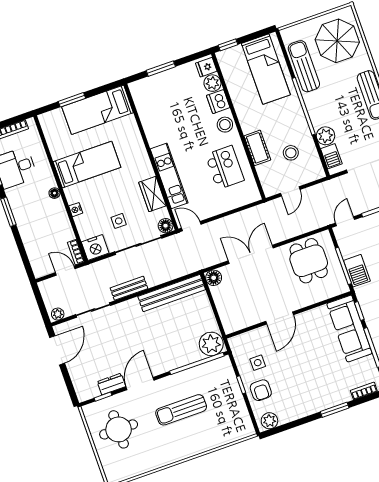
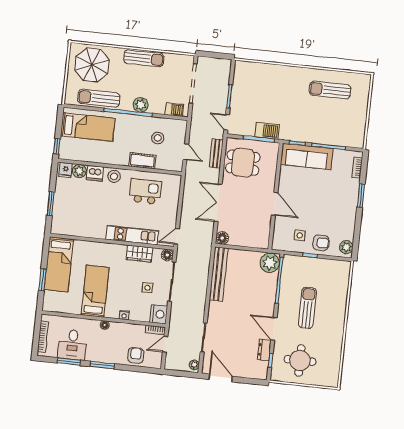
plant: (326, 136) -> (141, 105), moved
armchair: (37, 244) -> (136, 355), added
bench: (129, 288) -> (216, 153), moved
sun lounger: (181, 410) -> (307, 308), turned 180

